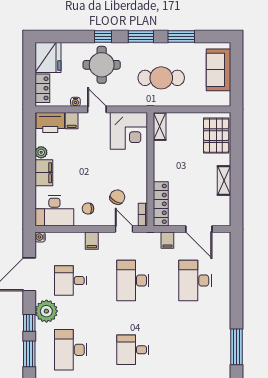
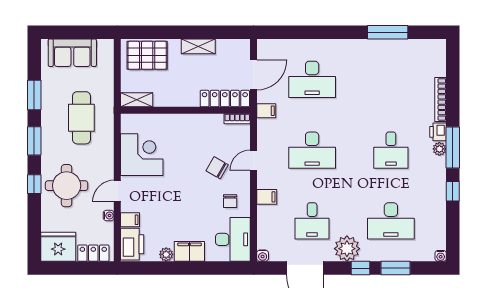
shelving: (160, 126) -> (137, 100), moved
wall: (150, 169) -> (185, 110), moved
locker: (161, 204) -> (225, 99), moved
bookcase: (143, 215) -> (237, 119), moved

